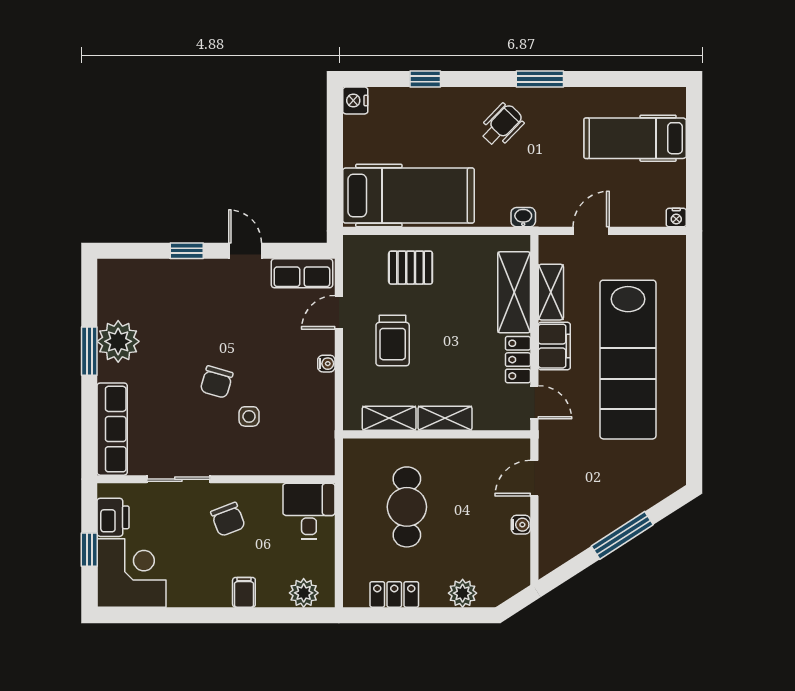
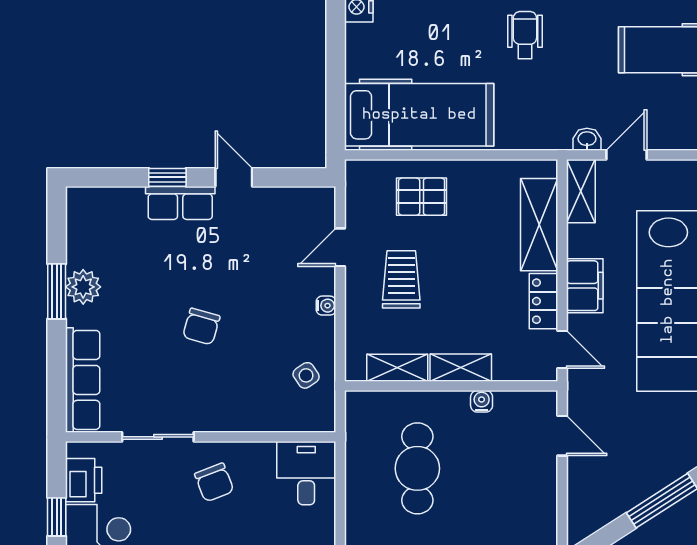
wheelchair: (502, 125) -> (525, 35), turned -44
washbasin: (523, 217) -> (587, 139), moved
row of seats: (302, 273) -> (180, 203), moved
shelving: (551, 292) -> (581, 191), moved
plant: (118, 341) -> (83, 287), width x0.73, depth x0.73
trolley: (393, 341) -> (401, 279), turned 180
side table: (249, 416) -> (306, 375), moved, turned -34
door: (534, 478) -> (562, 436), swing flipped
water cooler: (521, 525) -> (482, 401), moved, turned -90

